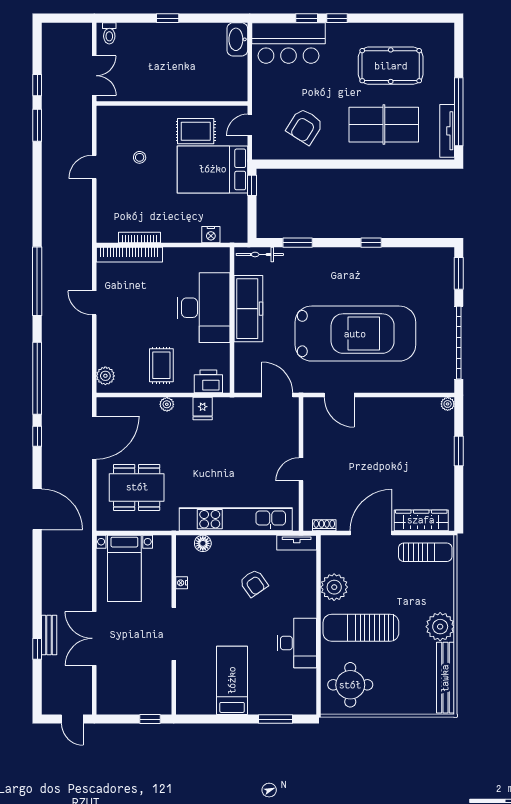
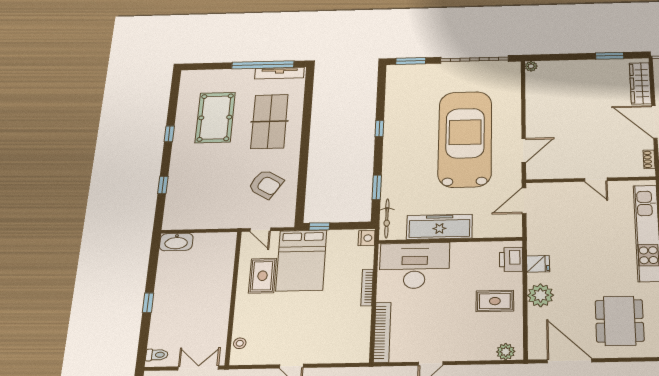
window: (337, 18) -> (169, 134), moved
bar counter: (289, 43) -> (185, 199), removed
stool: (140, 157) -> (240, 343), moved
nightstand: (211, 235) -> (367, 238), moved
bookcase: (140, 237) -> (367, 288), moved
desk: (204, 308) -> (415, 266), moved
plant: (167, 404) -> (540, 295), width x1.88, depth x1.88
window: (459, 451) -> (610, 56), moved

